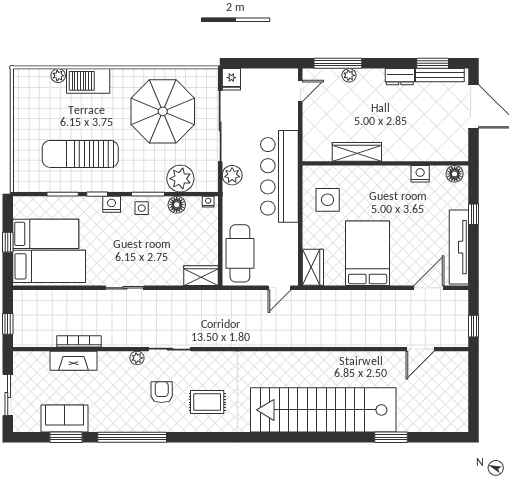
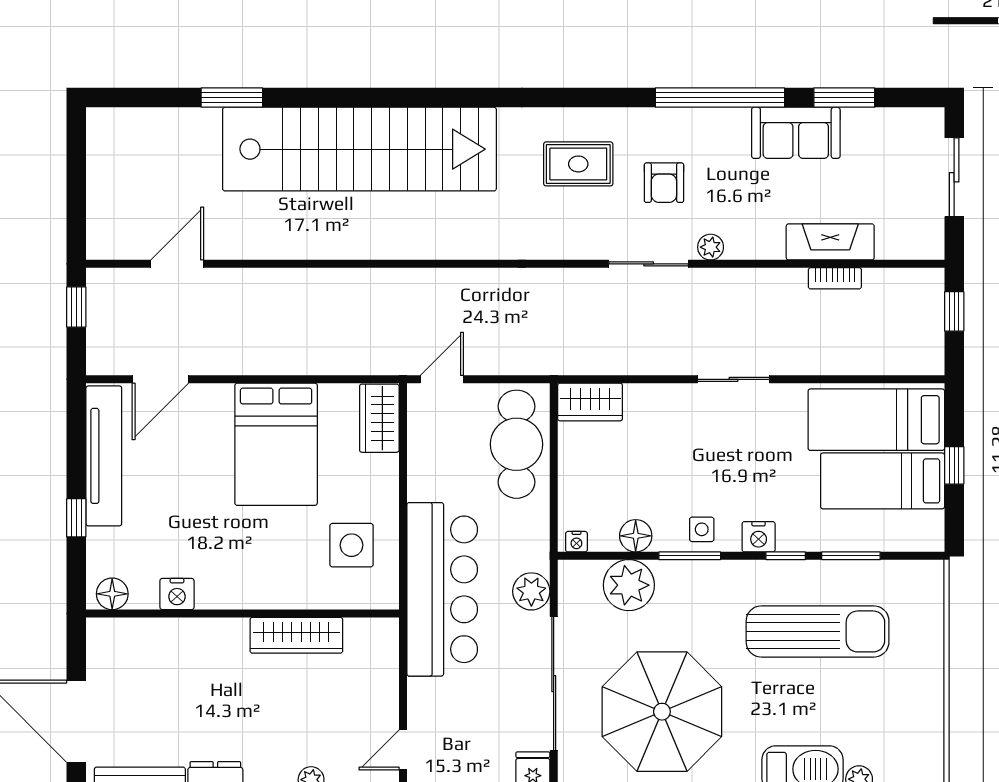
bookcase: (79, 341) -> (835, 278), width x0.64
sofa: (64, 419) -> (796, 133), moved

